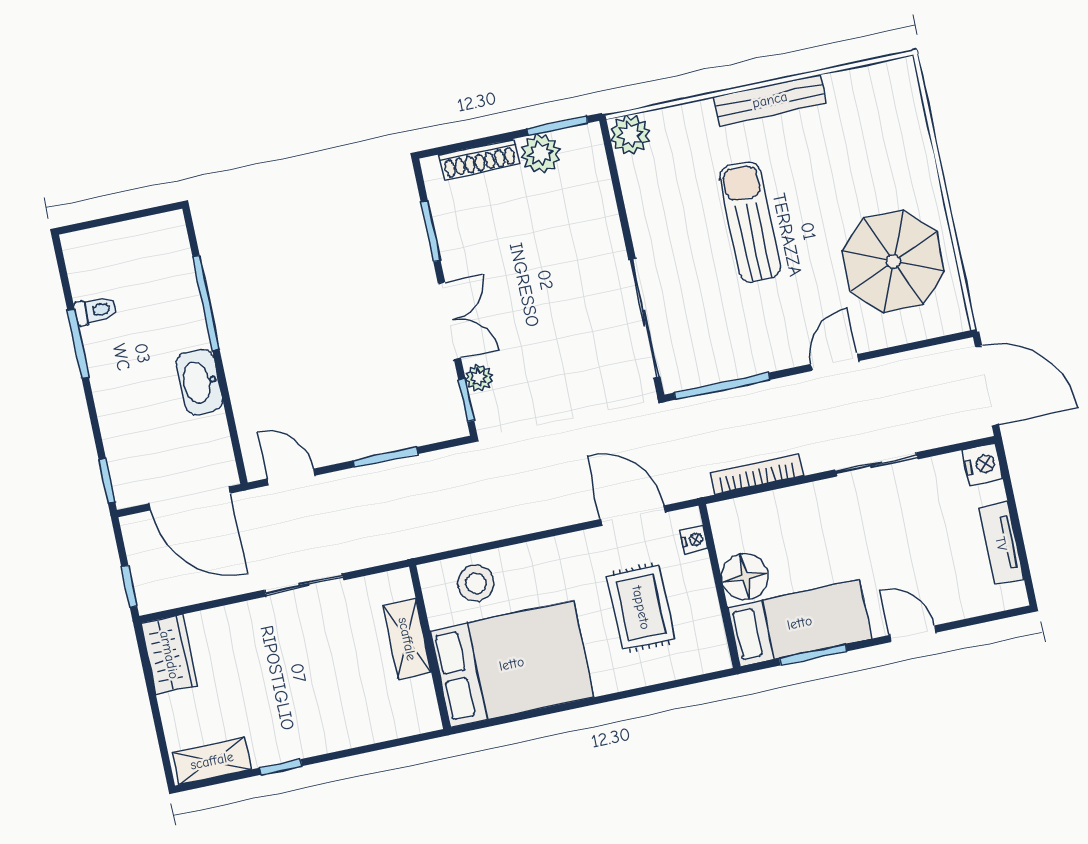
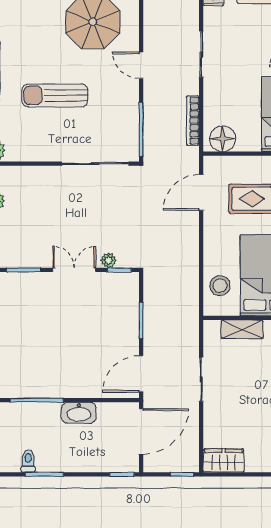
door: (291, 477) -> (141, 374), width x1.38
nightstand: (694, 540) -> (221, 162), removed
floor lamp: (745, 577) -> (223, 139), moved

